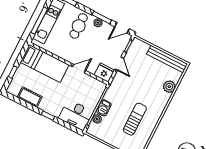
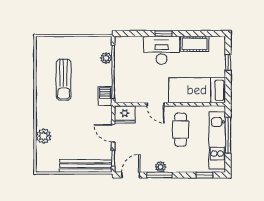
cafe table: (79, 26) -> (181, 130), moved
bench: (167, 59) -> (86, 166), moved
door: (79, 69) -> (156, 104), hinge flipped
barbecue: (104, 108) -> (105, 96), moved
desk: (76, 115) -> (162, 50), moved

